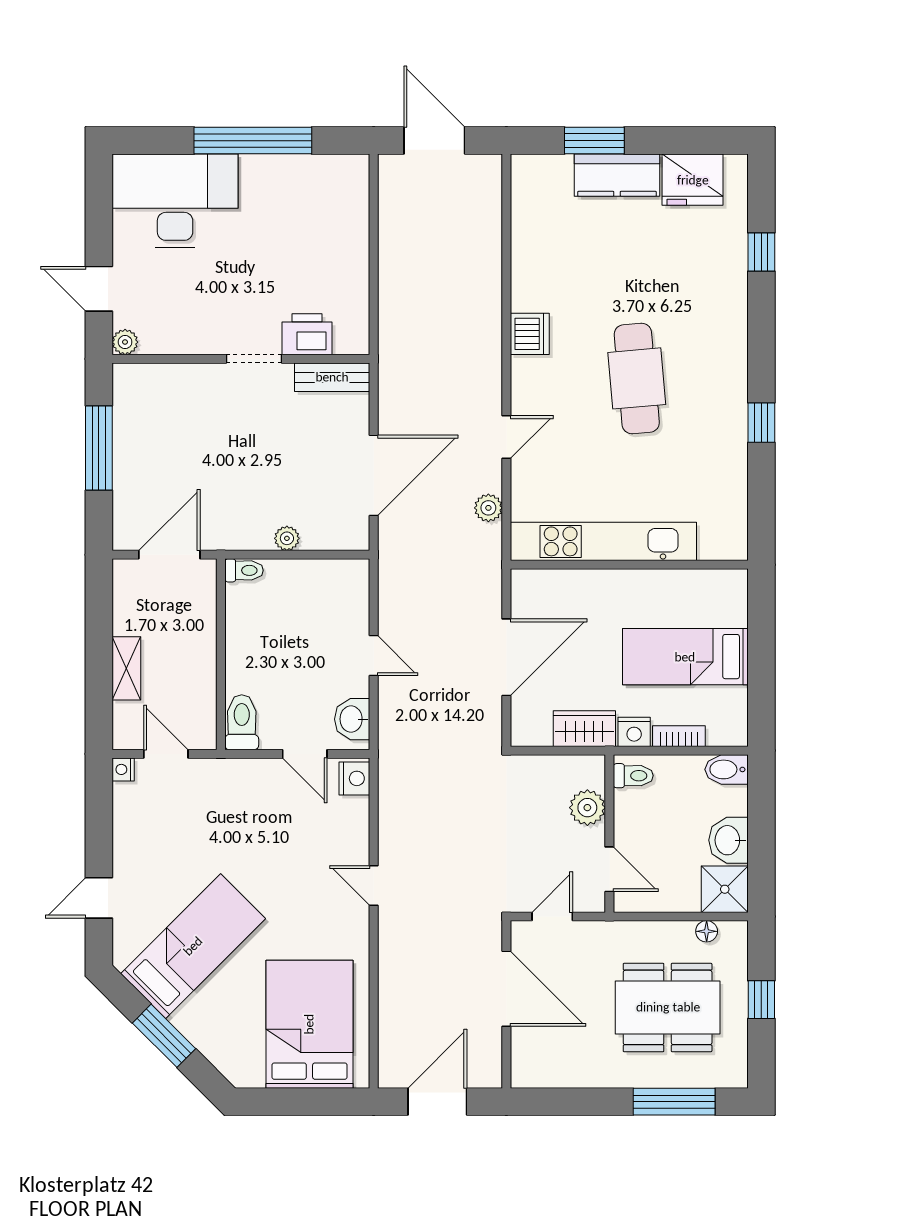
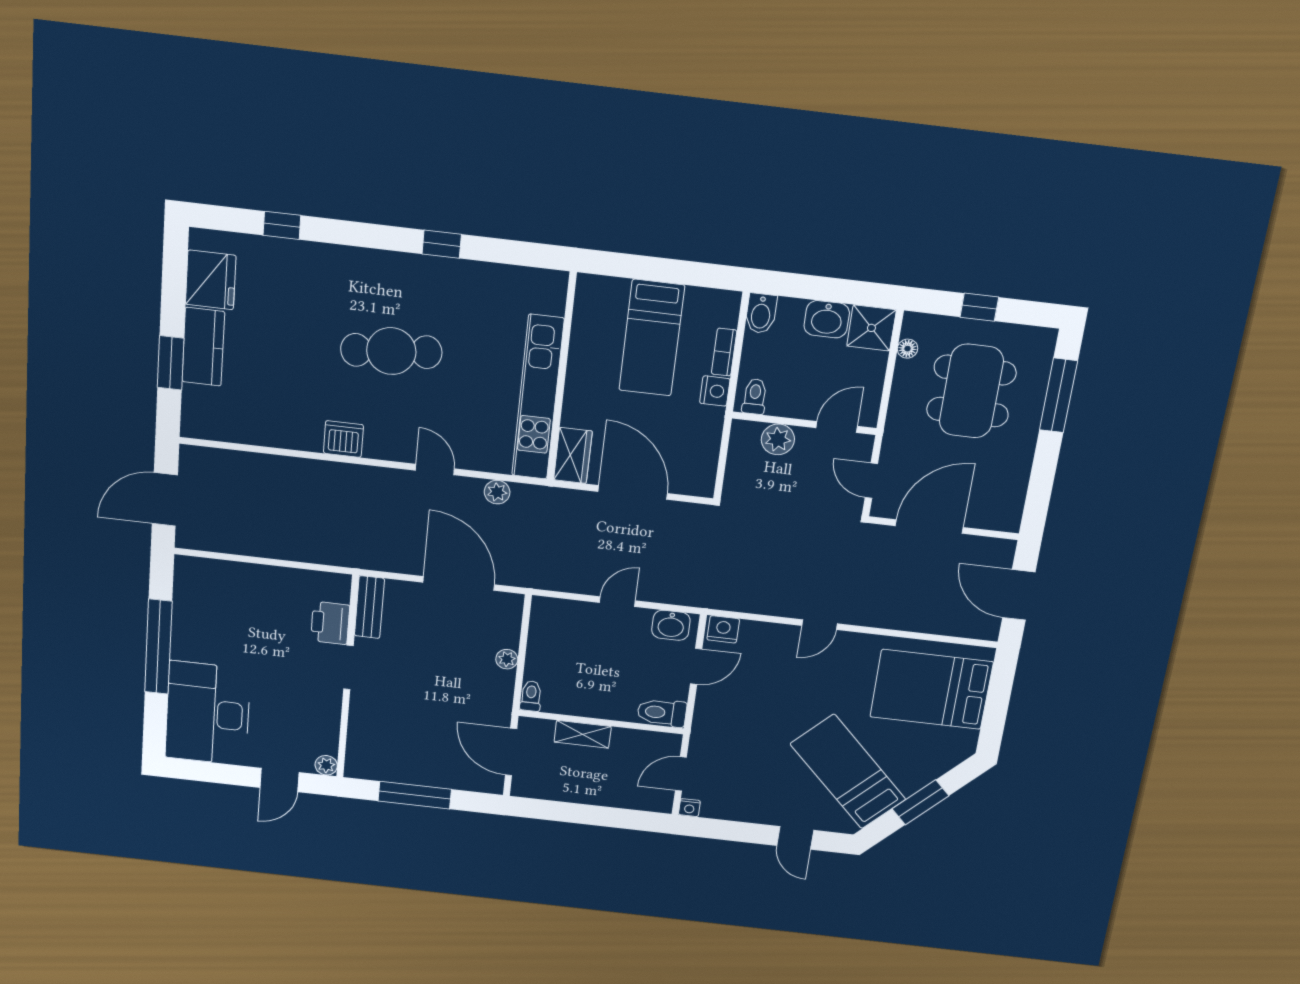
shelving: (126, 668) -> (583, 734), moved
wardrobe: (584, 729) -> (573, 455), moved, turned 180

